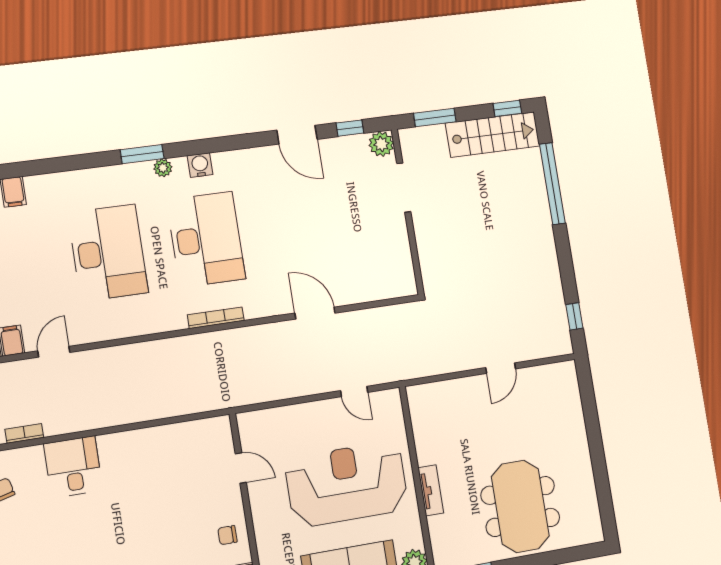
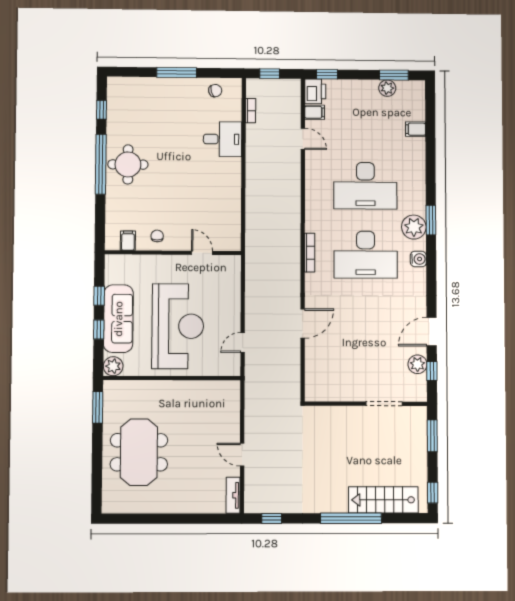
stairs: (493, 135) -> (383, 500), moved, turned 90
plant: (381, 144) -> (417, 364), moved
plant: (163, 168) -> (414, 227), width x1.88, depth x1.88
window: (552, 184) -> (351, 518), moved
door: (241, 468) -> (202, 253), swing flipped
tv unit: (431, 490) -> (233, 495), moved, turned 90
meeting table: (520, 506) -> (139, 452), turned 90

